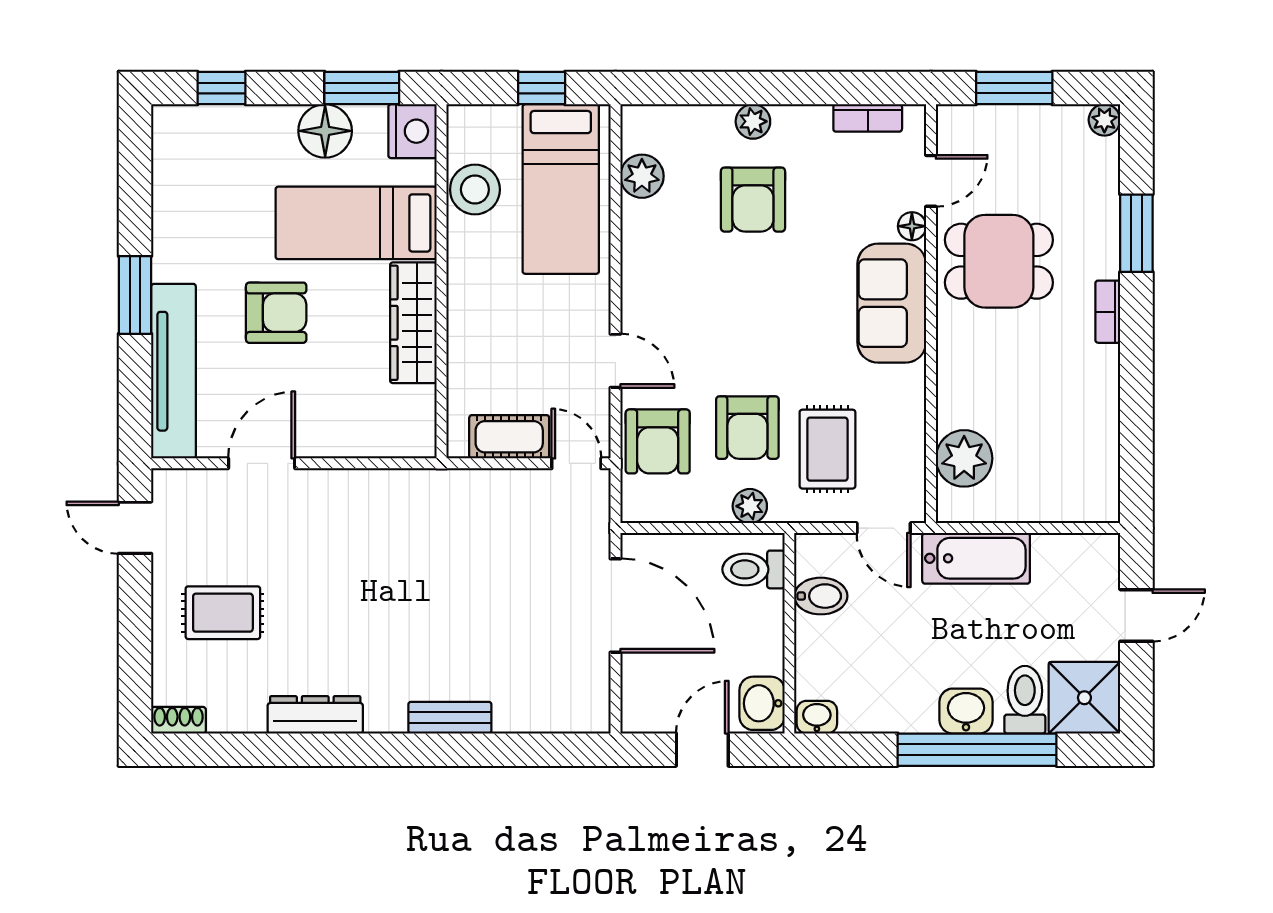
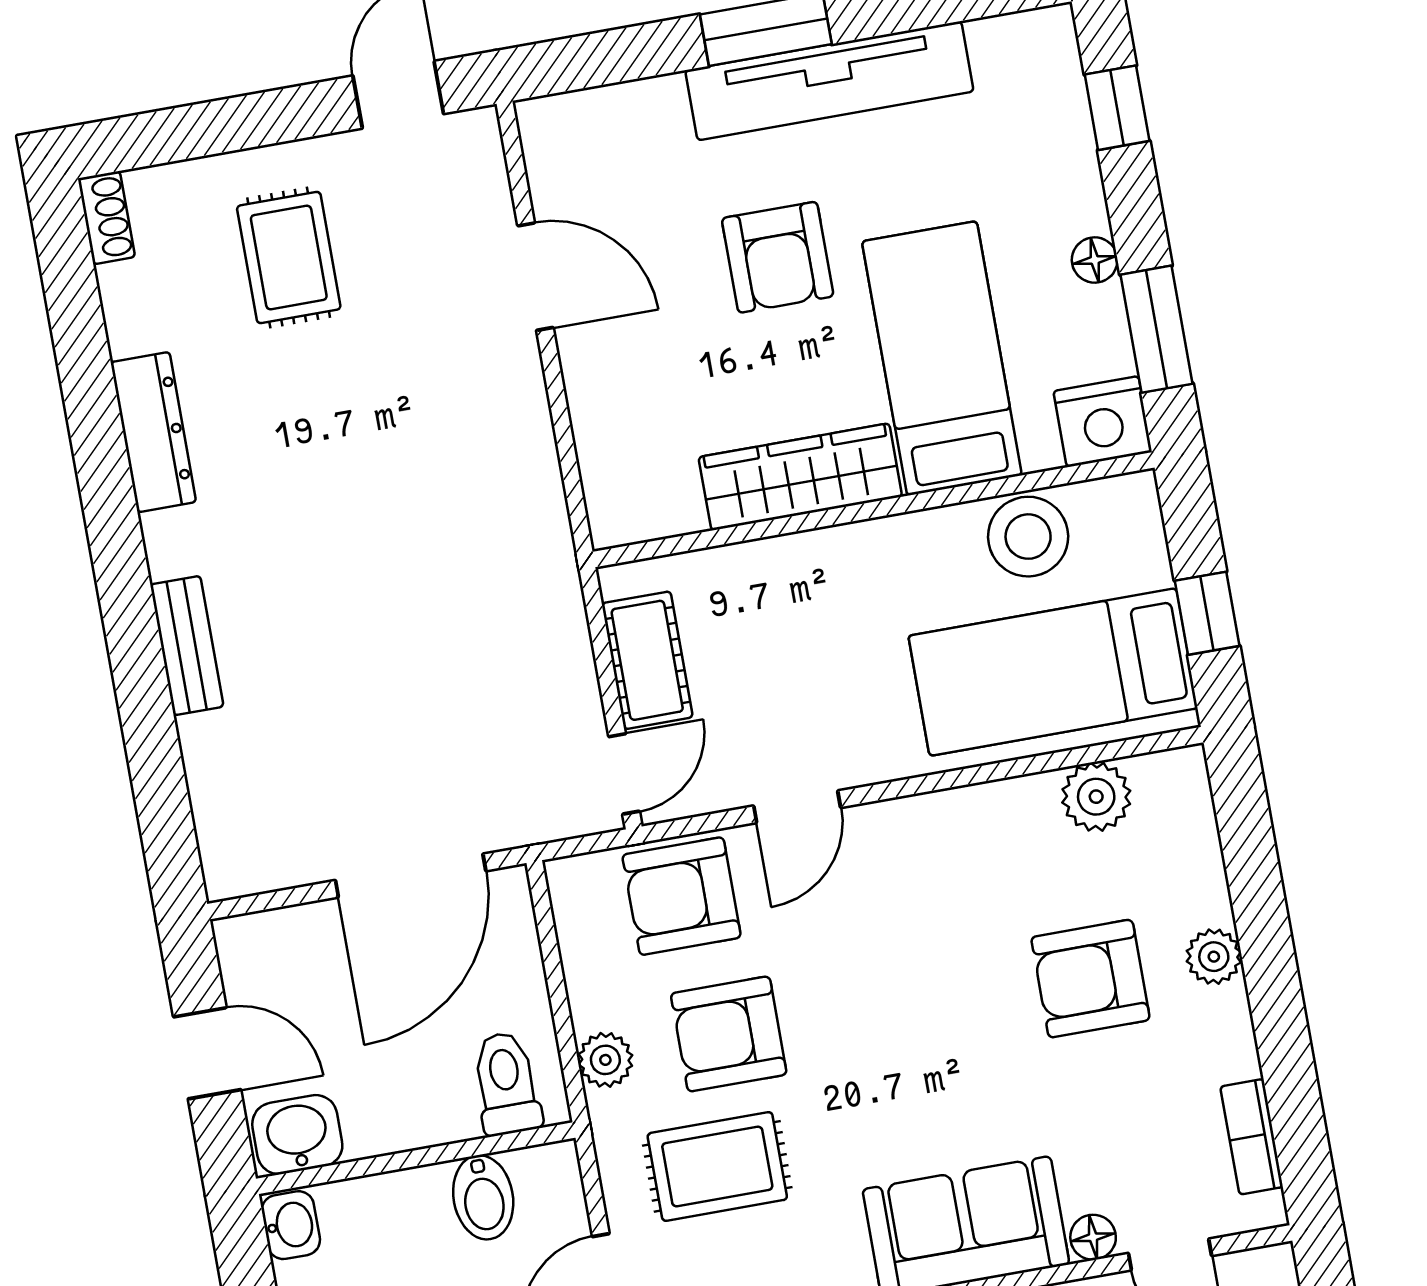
floor lamp: (325, 131) -> (1095, 260), width x0.53, depth x0.53
tv unit: (174, 371) -> (829, 81), moved

